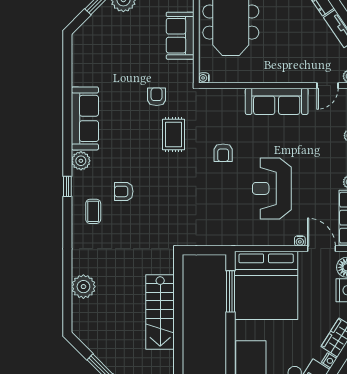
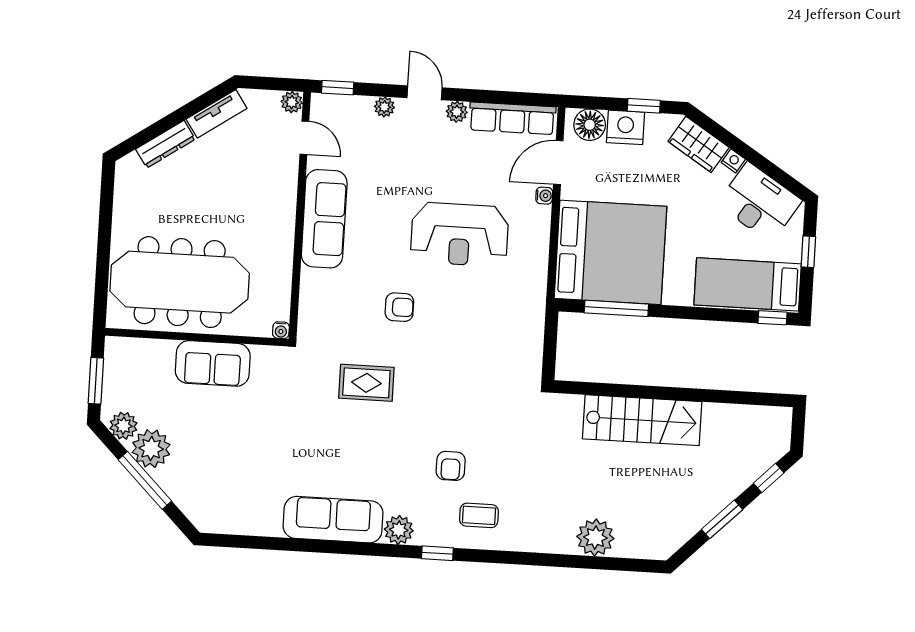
armchair: (157, 97) -> (306, 406), removed

